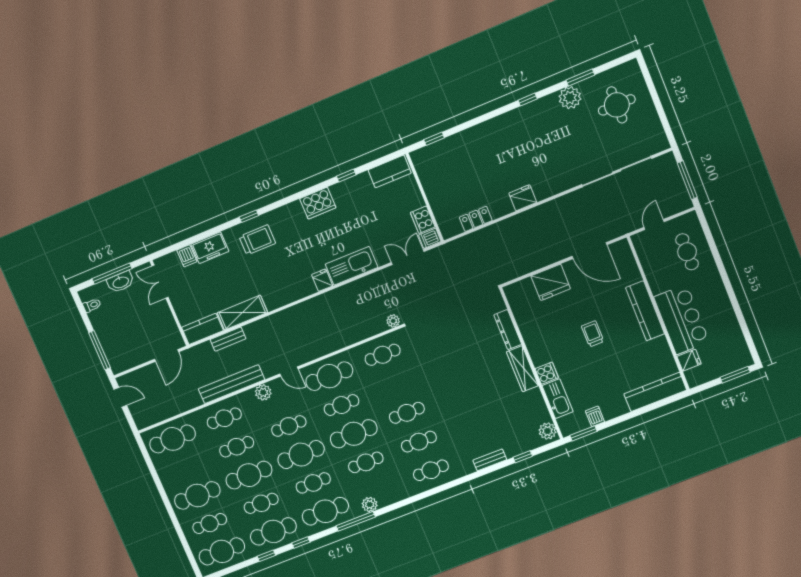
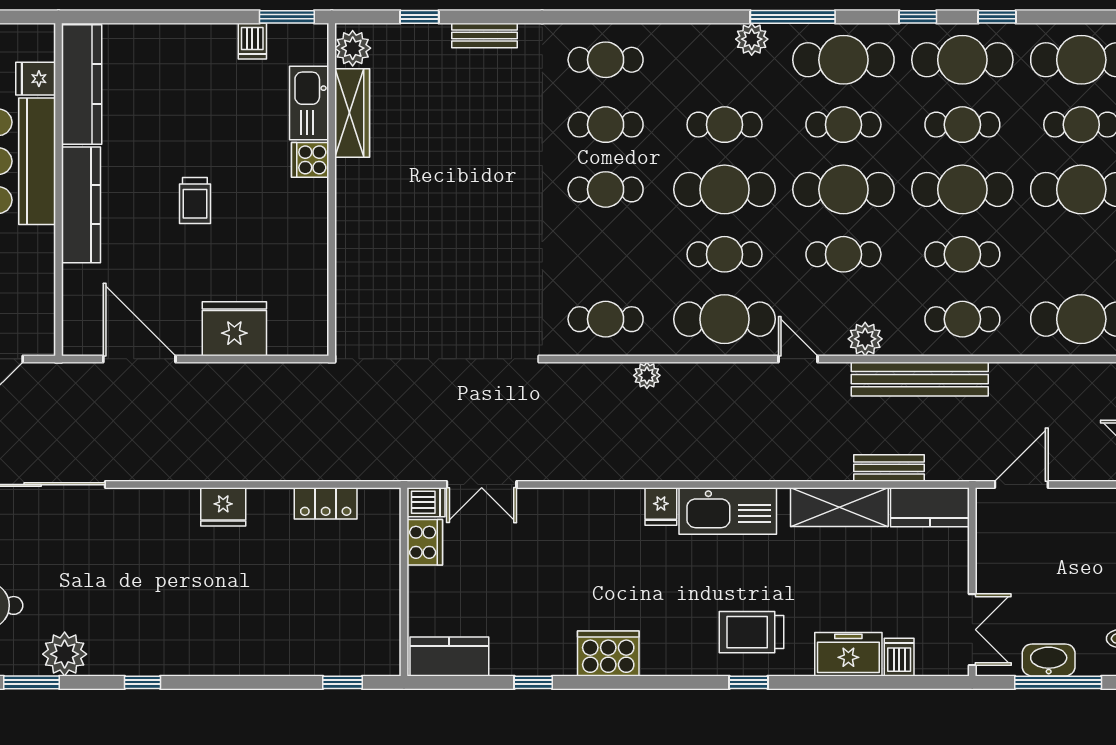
kitchen sink: (352, 266) -> (728, 511), moved
plant: (393, 321) -> (647, 375), moved
dresser: (508, 330) -> (350, 272), removed
wardrobe: (523, 369) -> (352, 113), moved
kitchen counter: (655, 392) -> (82, 84), moved, turned -90

